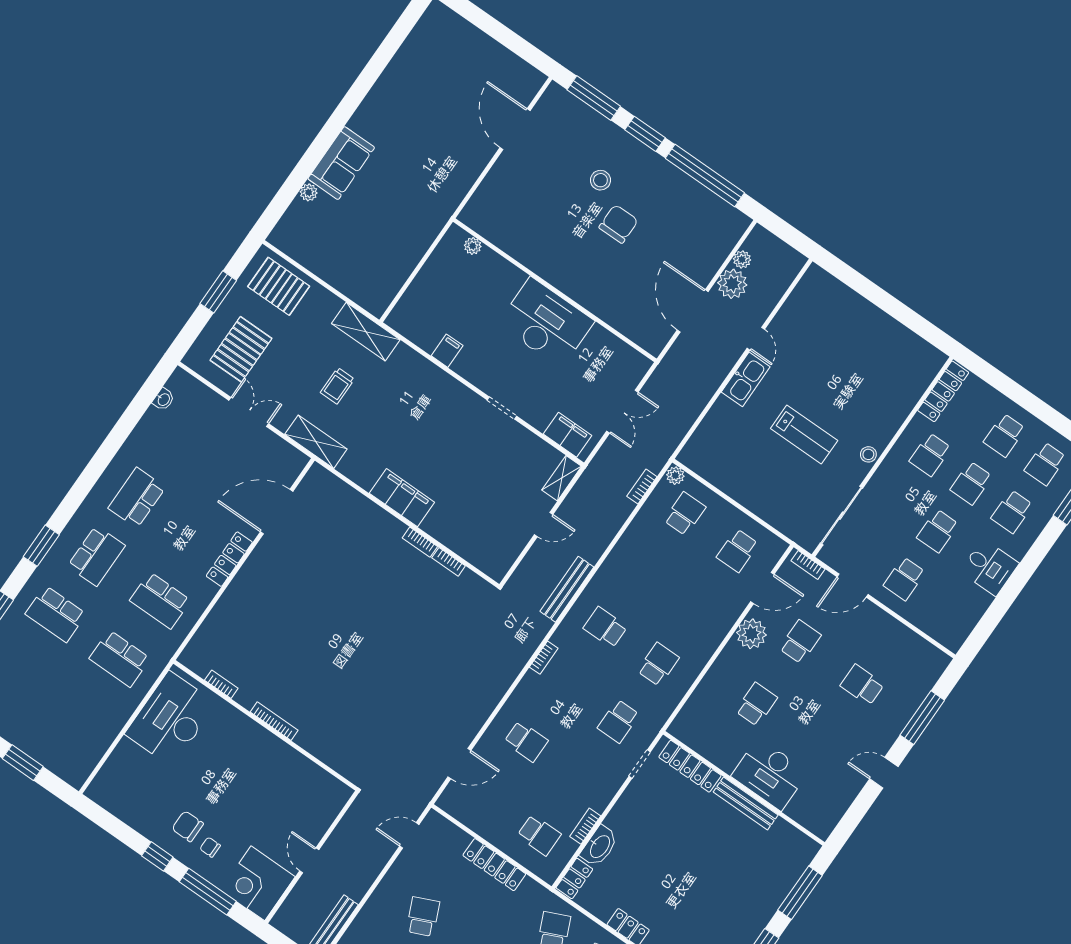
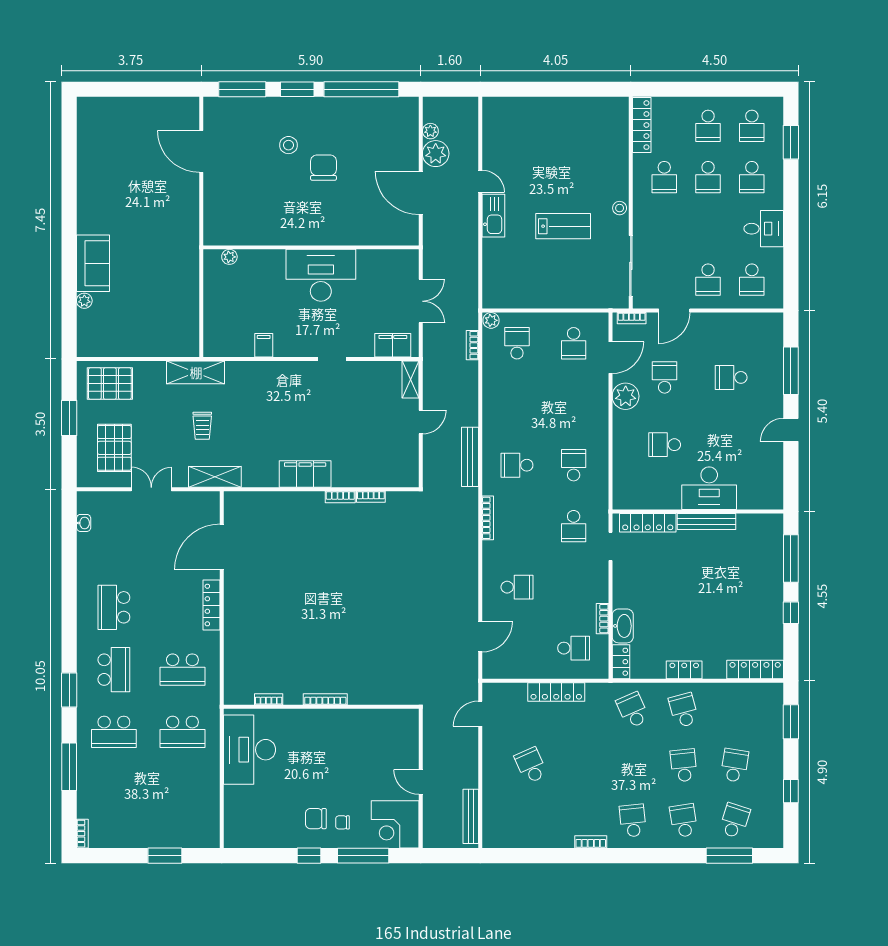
school desk: (938, 531) -> (752, 280), moved
bookcase: (544, 658) -> (488, 518), width x1.56
school desk: (756, 704) -> (665, 445), turned -90

